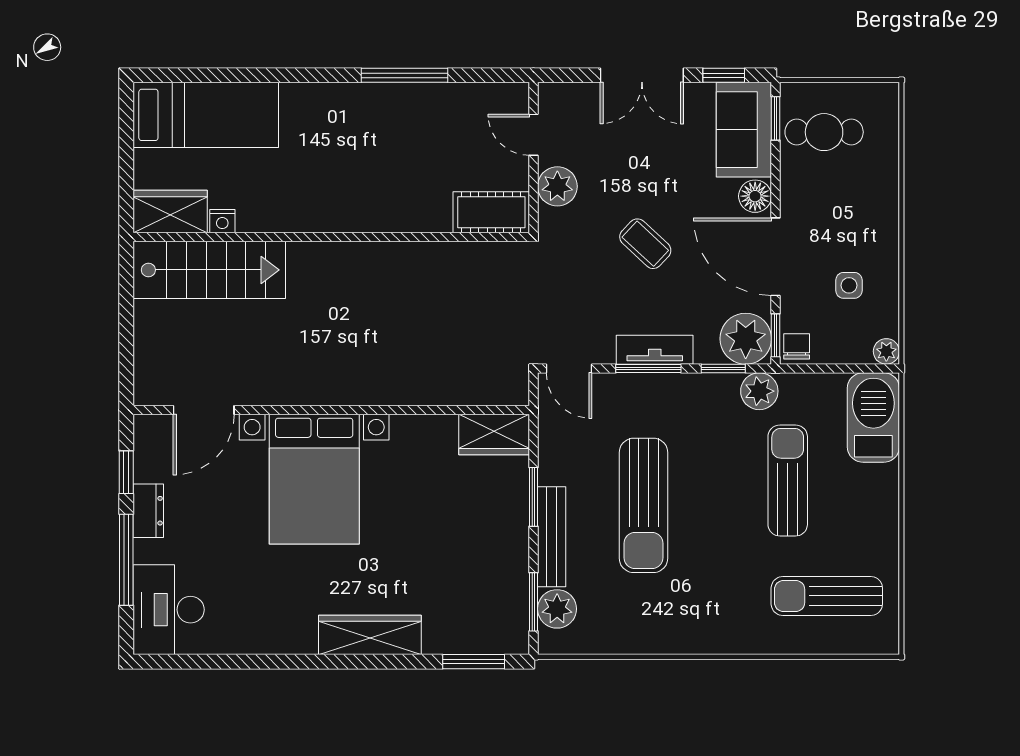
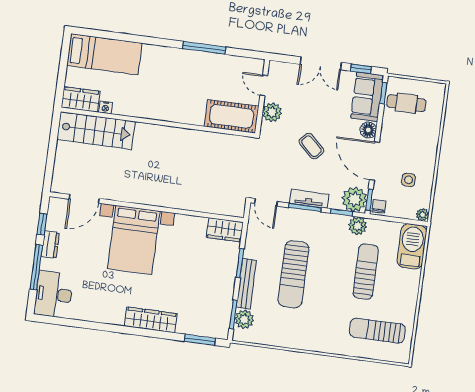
cot: (491, 212) -> (232, 116), width x1.37, depth x1.34

